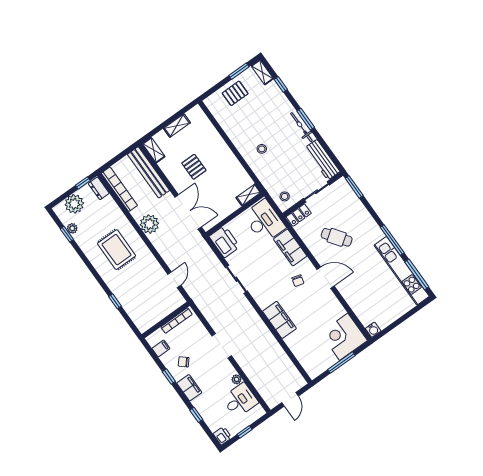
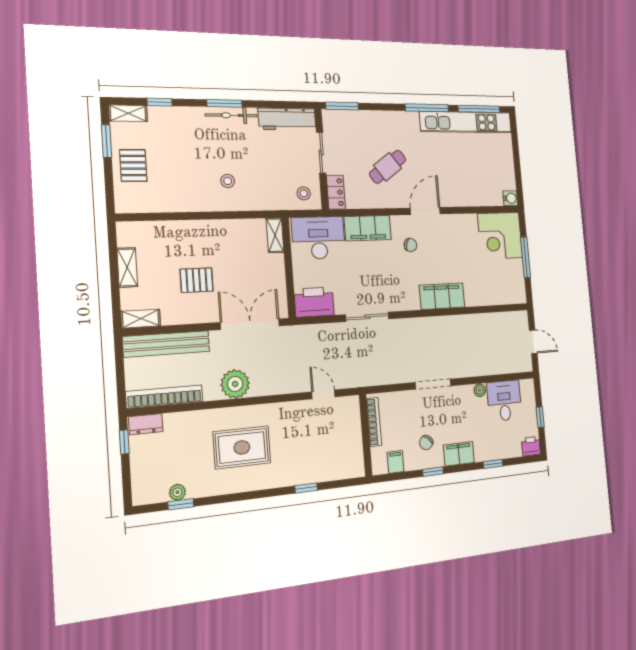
plant: (74, 204) -> (146, 470), removed

